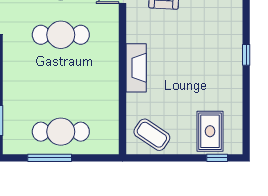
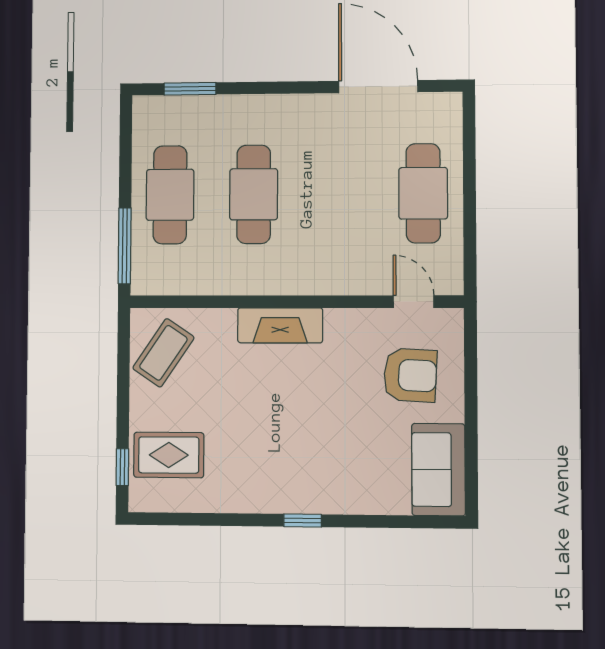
cafe table: (61, 35) -> (254, 194), moved
window: (50, 158) -> (125, 246), moved

